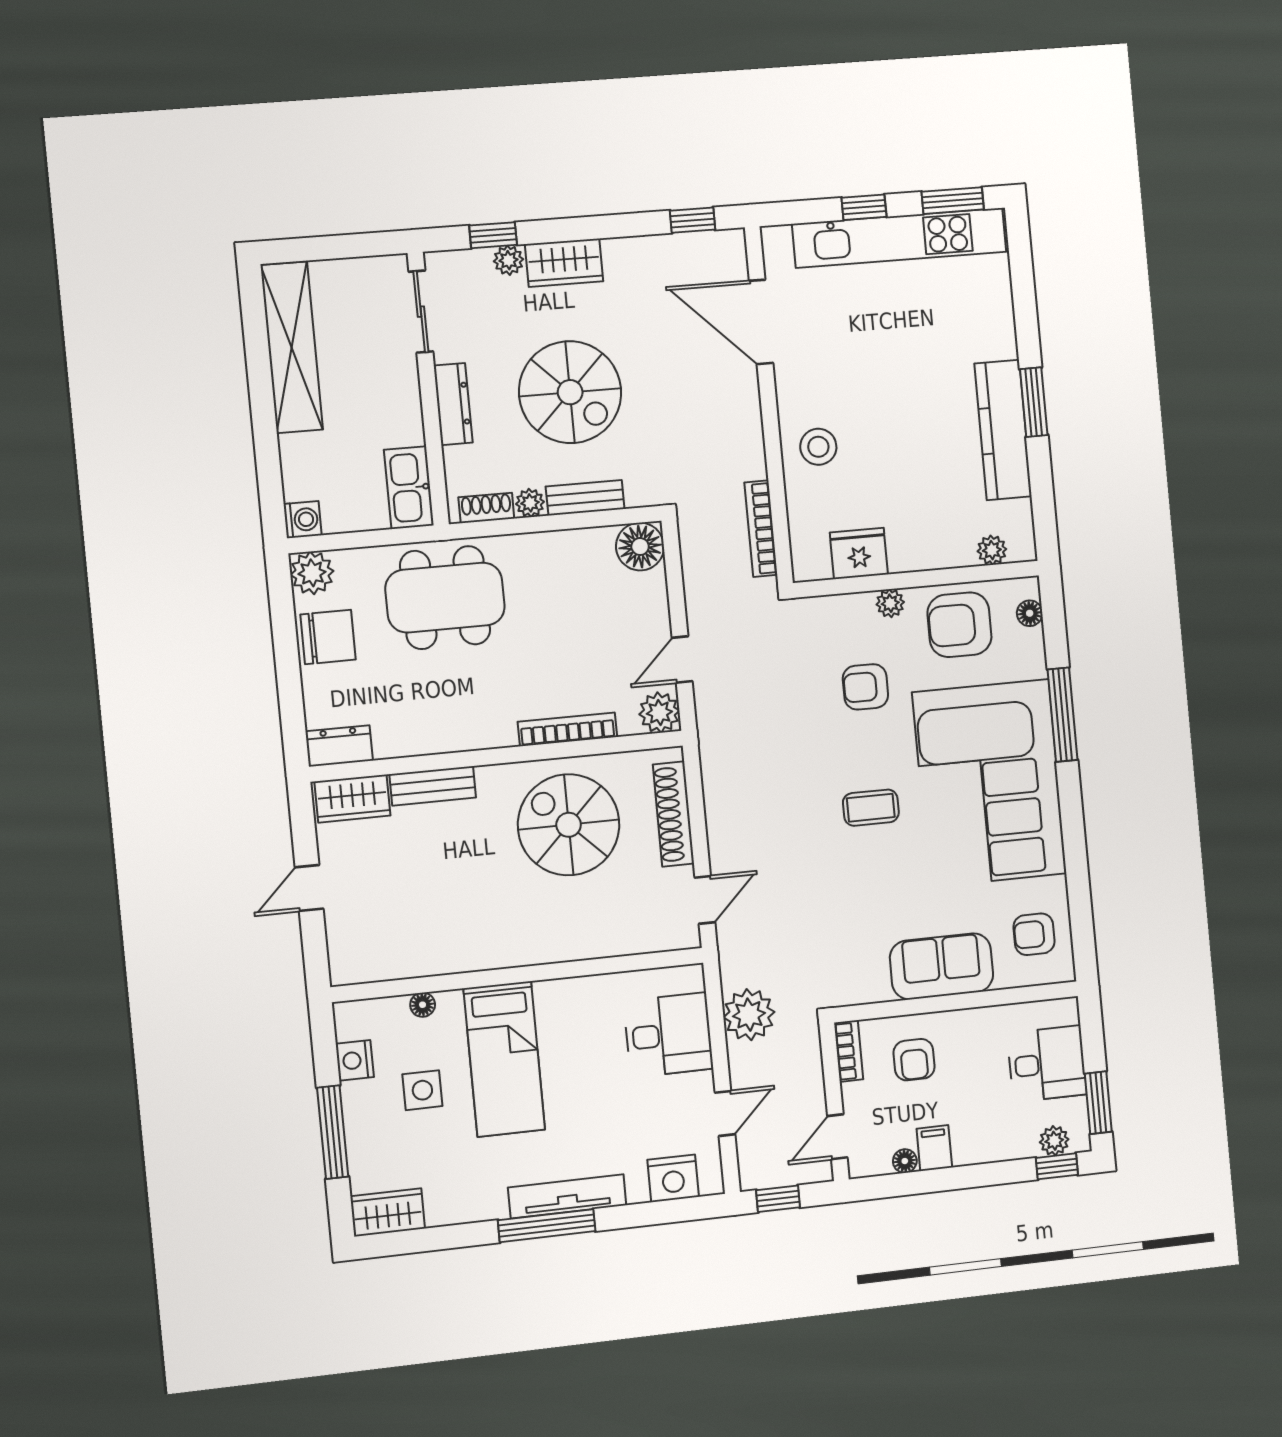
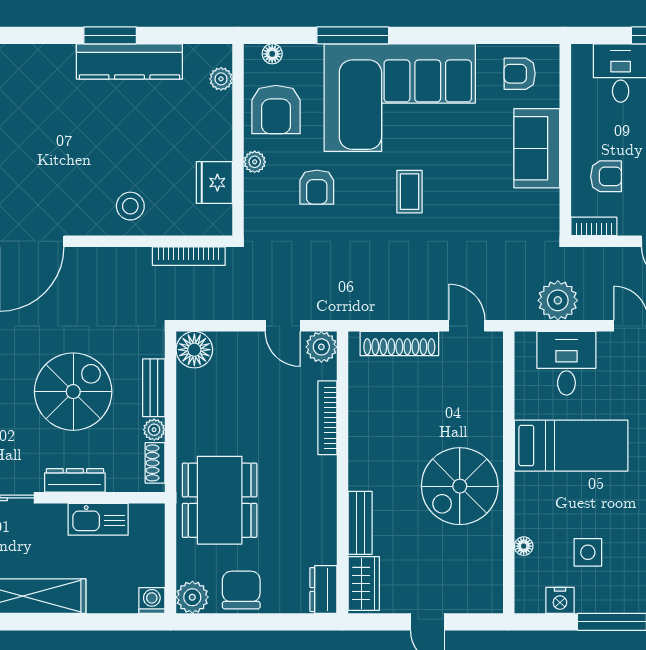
kitchen sink: (409, 488) -> (98, 519), moved
spiral stairs: (569, 825) -> (460, 486), moved
armchair: (1034, 934) -> (520, 74), turned 90
bed: (504, 1059) -> (571, 446), moved

